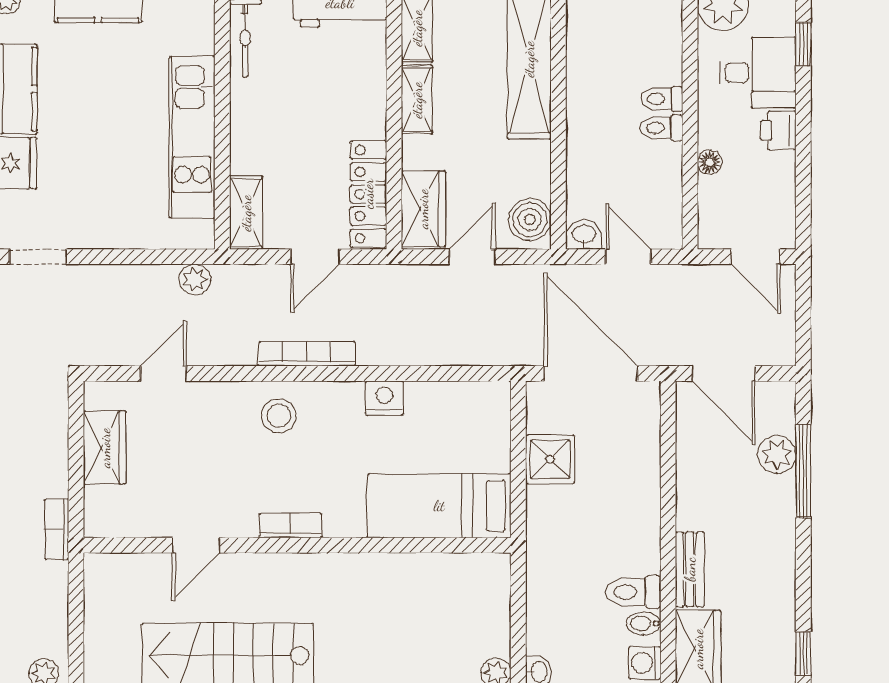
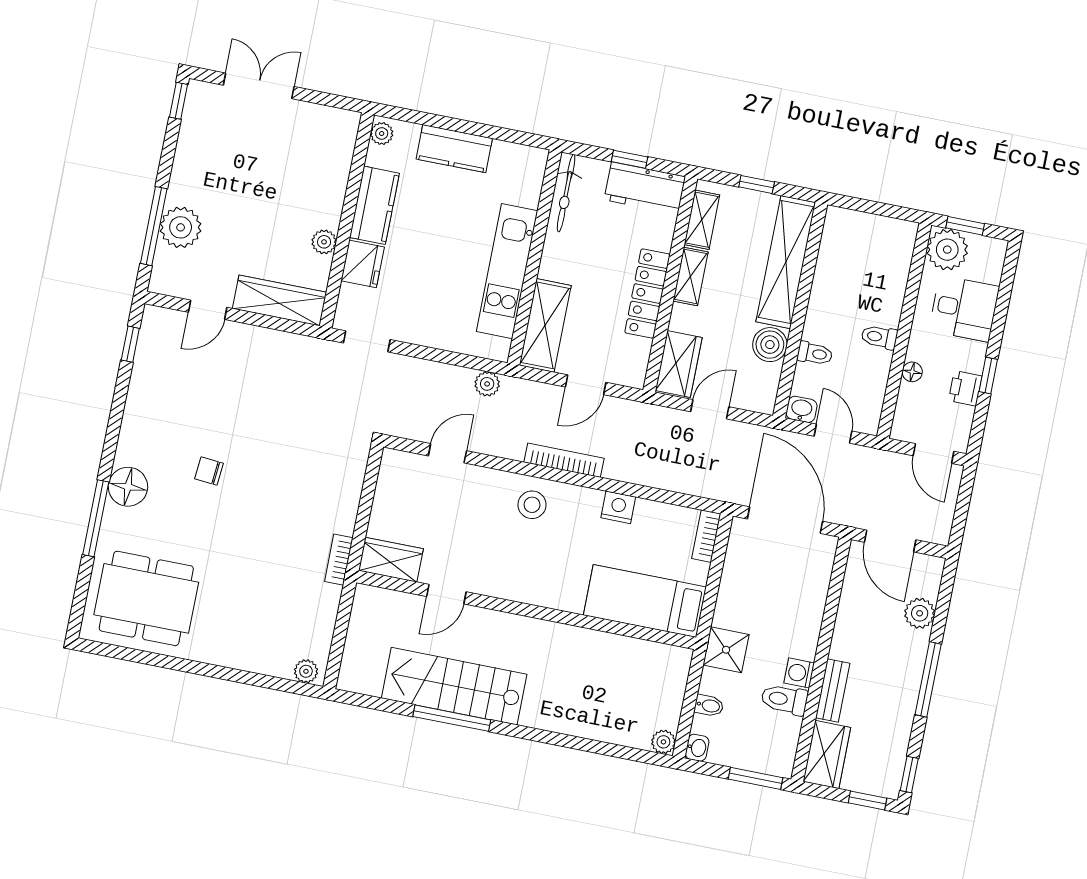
window: (803, 44) -> (988, 376), moved
toilet: (662, 99) -> (815, 354), moved, turned 180
printer: (778, 130) -> (965, 388), moved
locker: (368, 194) -> (647, 294), moved
shelving: (246, 213) -> (545, 325), width x1.50, depth x1.33
boiler: (530, 220) -> (770, 345), moved
wardrobe: (105, 448) -> (391, 560), moved, turned -90
shower: (550, 459) -> (726, 650), moved
window: (803, 471) -> (928, 679), moved
bookcase: (290, 526) -> (706, 536), moved, turned -90
bidet: (644, 623) -> (709, 706), moved, turned 180
washing machine: (645, 663) -> (799, 673), moved

